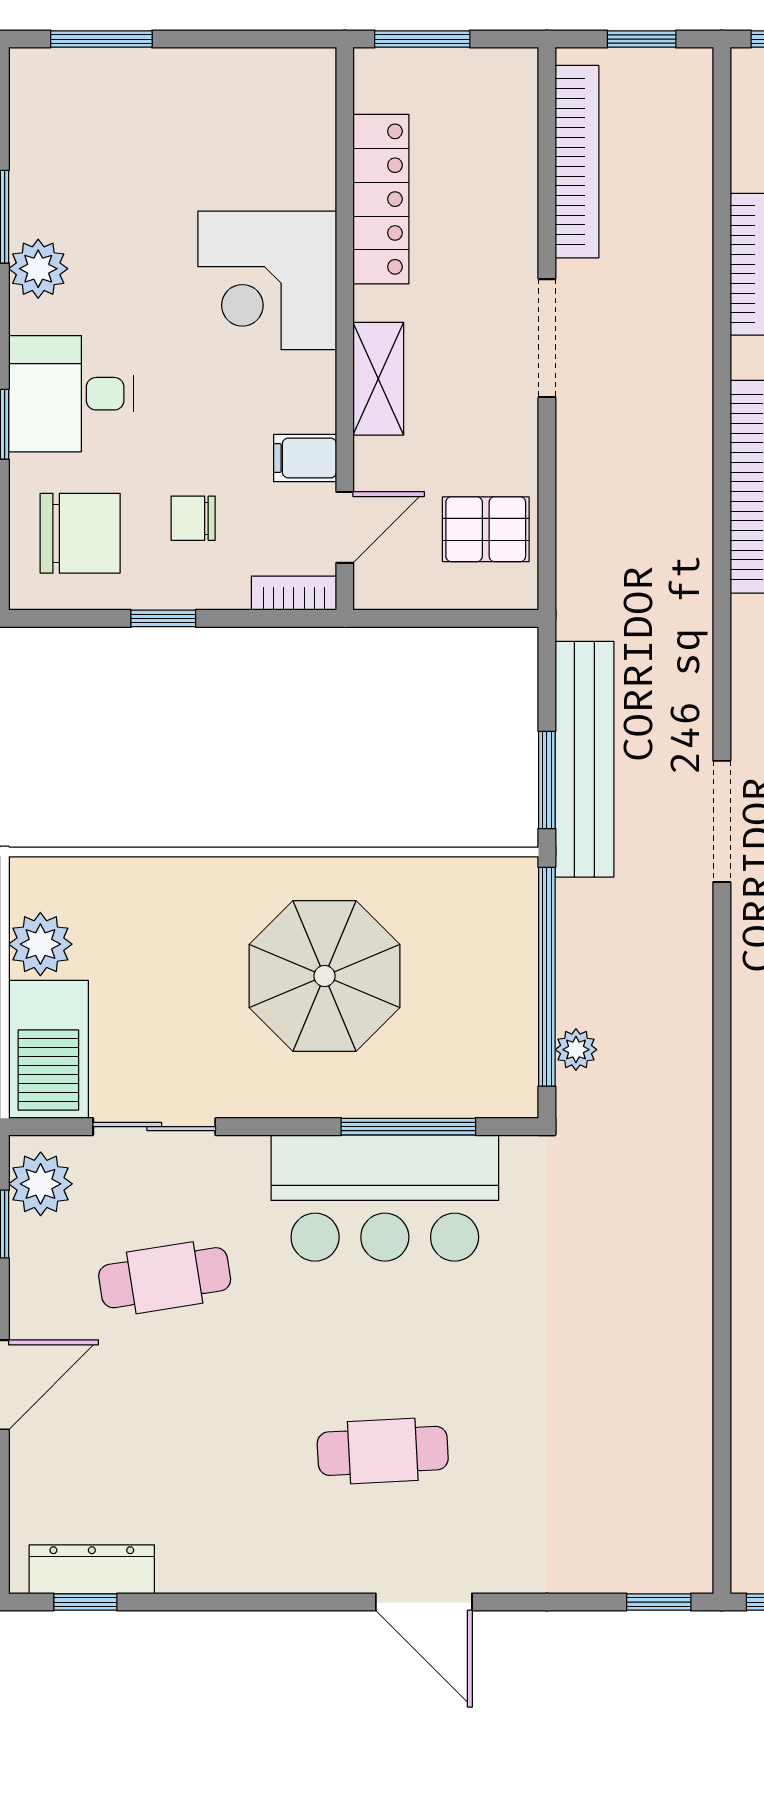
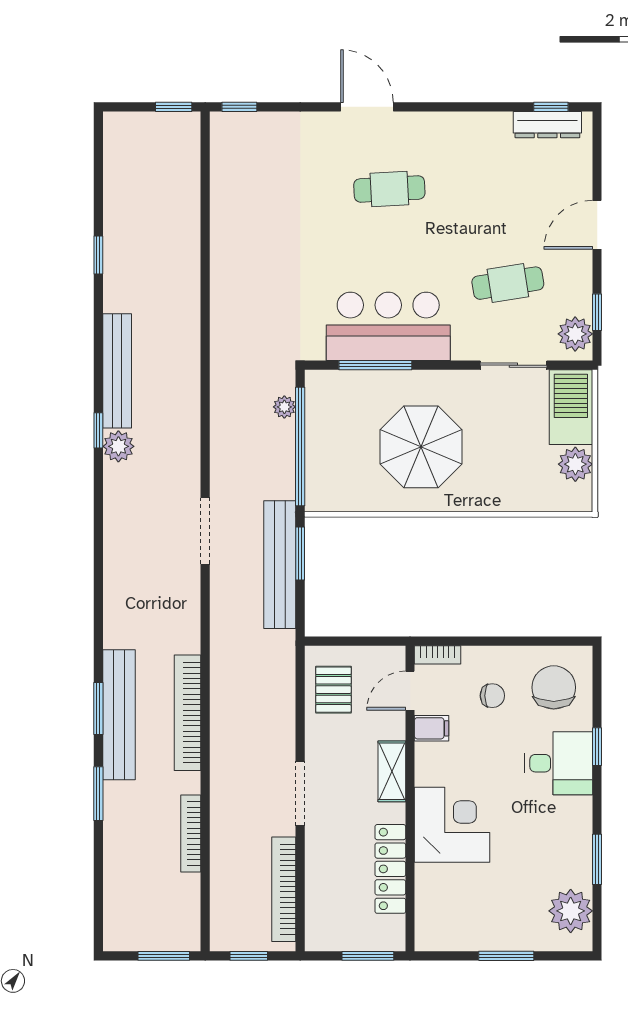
window: (101, 39) -> (506, 956), moved
plant: (38, 269) -> (571, 911), moved, width x1.36, depth x1.36
pallet: (486, 529) -> (333, 690), turned 90
chair: (80, 533) -> (554, 687), turned 90
window: (163, 618) -> (509, 641), removed

